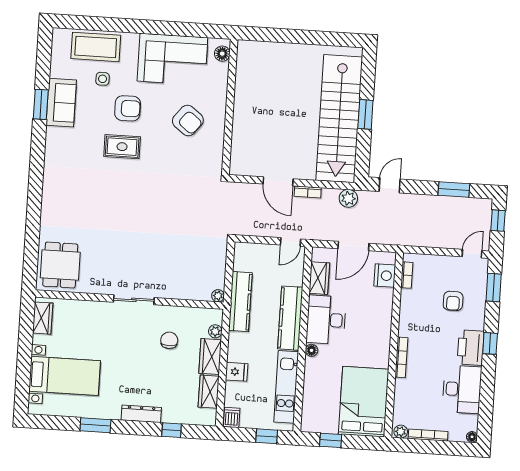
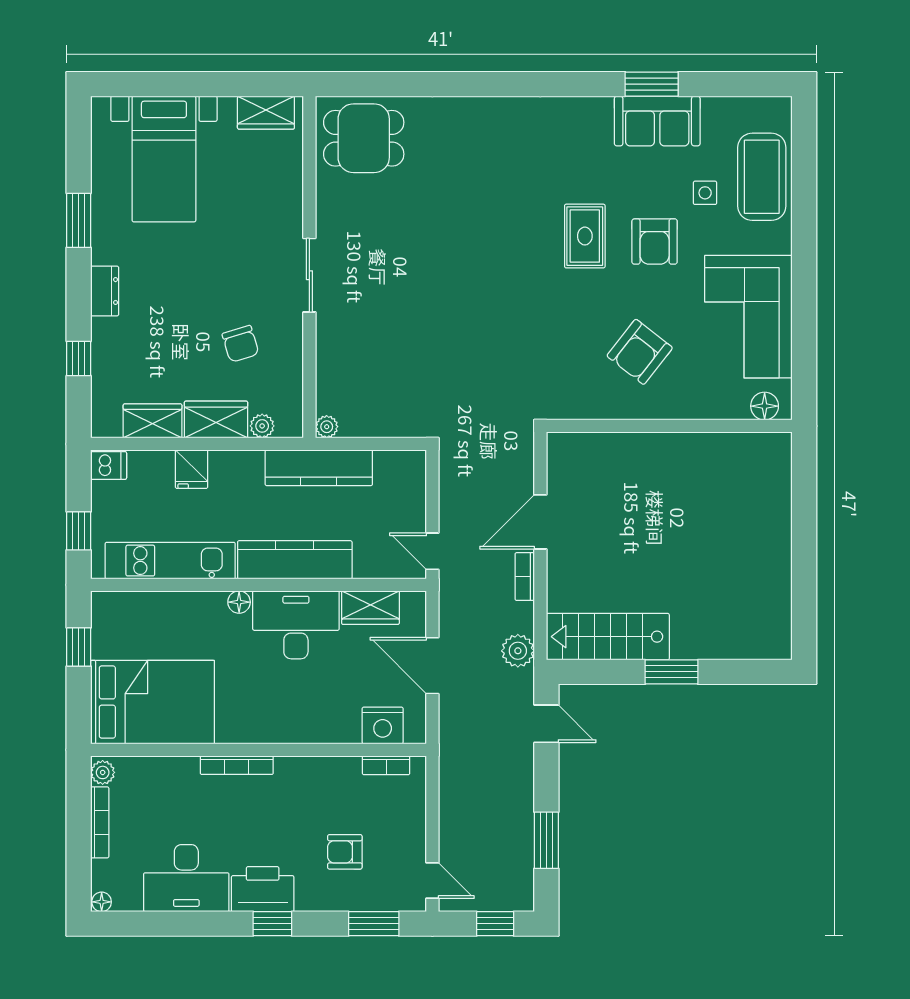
stairs: (339, 119) -> (608, 637), width x0.54, depth x0.66
chair: (169, 340) -> (240, 344), turned 73
dresser: (141, 414) -> (105, 291), width x0.70

